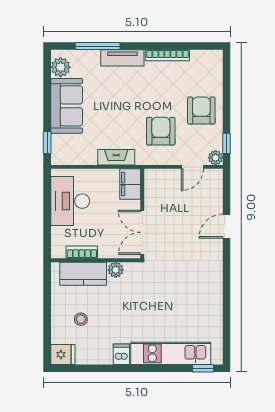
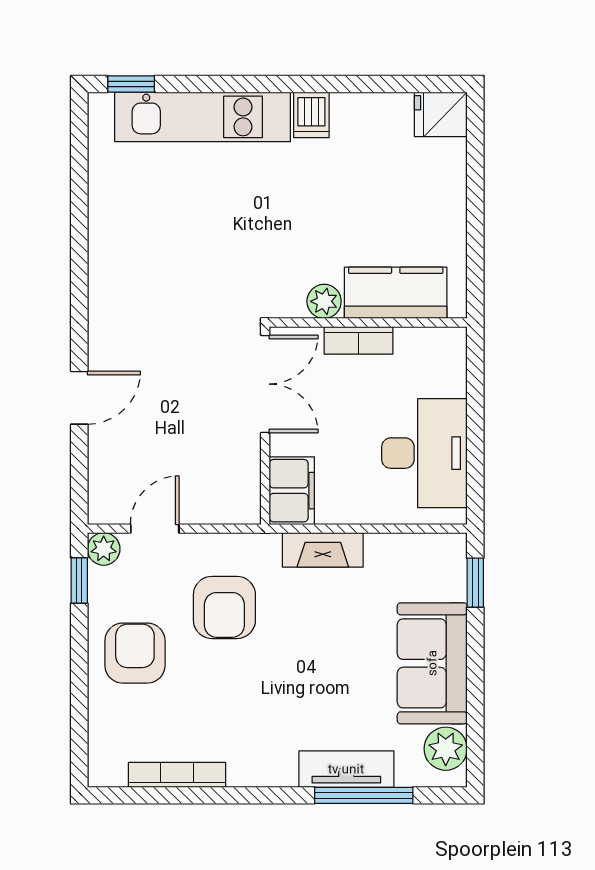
bookcase: (167, 55) -> (177, 775), moved
tv unit: (122, 58) -> (346, 769), moved
armchair: (201, 110) -> (135, 653), turned 180
bookcase: (82, 252) -> (358, 340), moved
stool: (81, 319) -> (401, 192), removed

